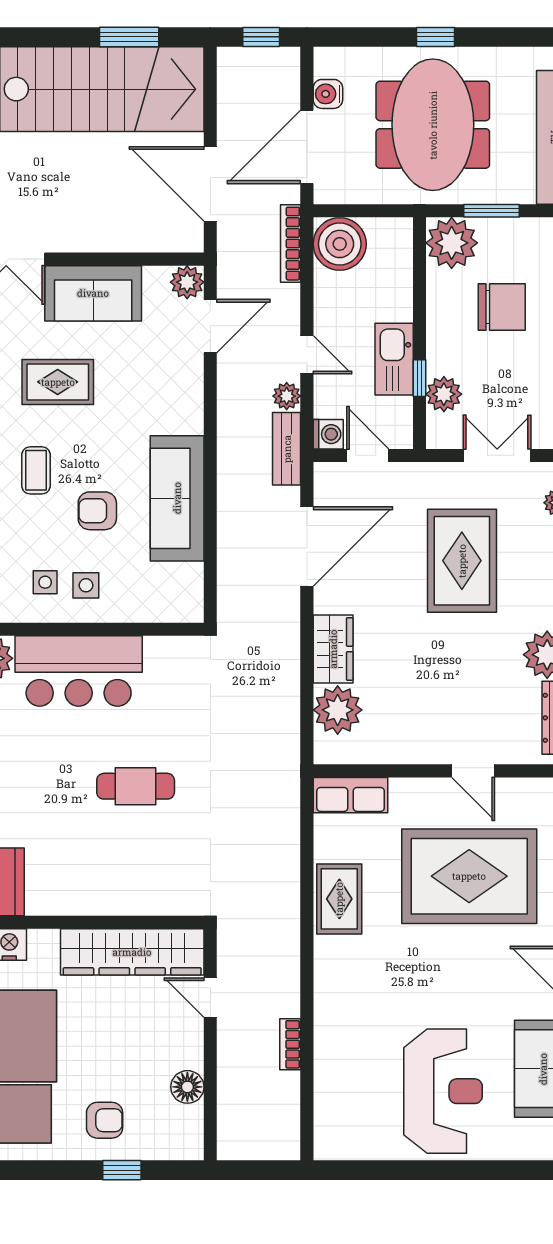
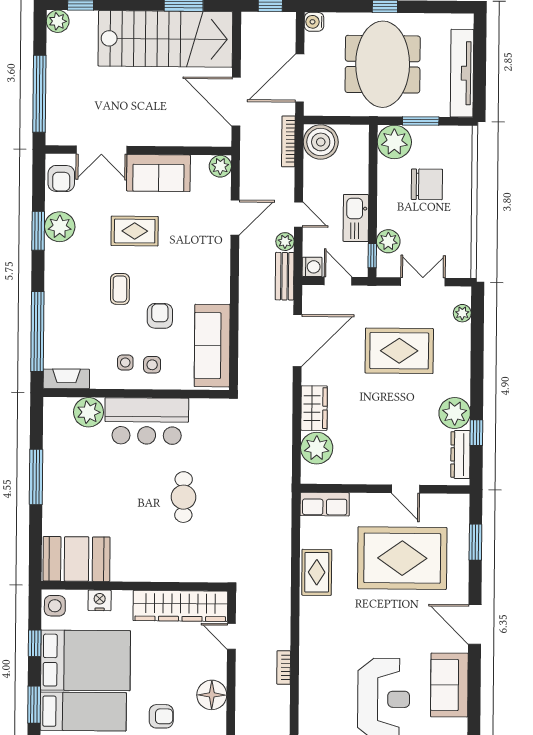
water cooler: (328, 94) -> (314, 22), moved
door: (210, 326) -> (235, 218), moved
window: (420, 378) -> (372, 256), moved
sofa: (177, 498) -> (212, 346), moved
armchair: (97, 511) -> (160, 316), turned 90
rug: (462, 561) -> (399, 351), turned 90
cafe table: (136, 786) -> (184, 497), turned 90
floor lamp: (187, 1087) -> (212, 695), width x1.38, depth x1.38

